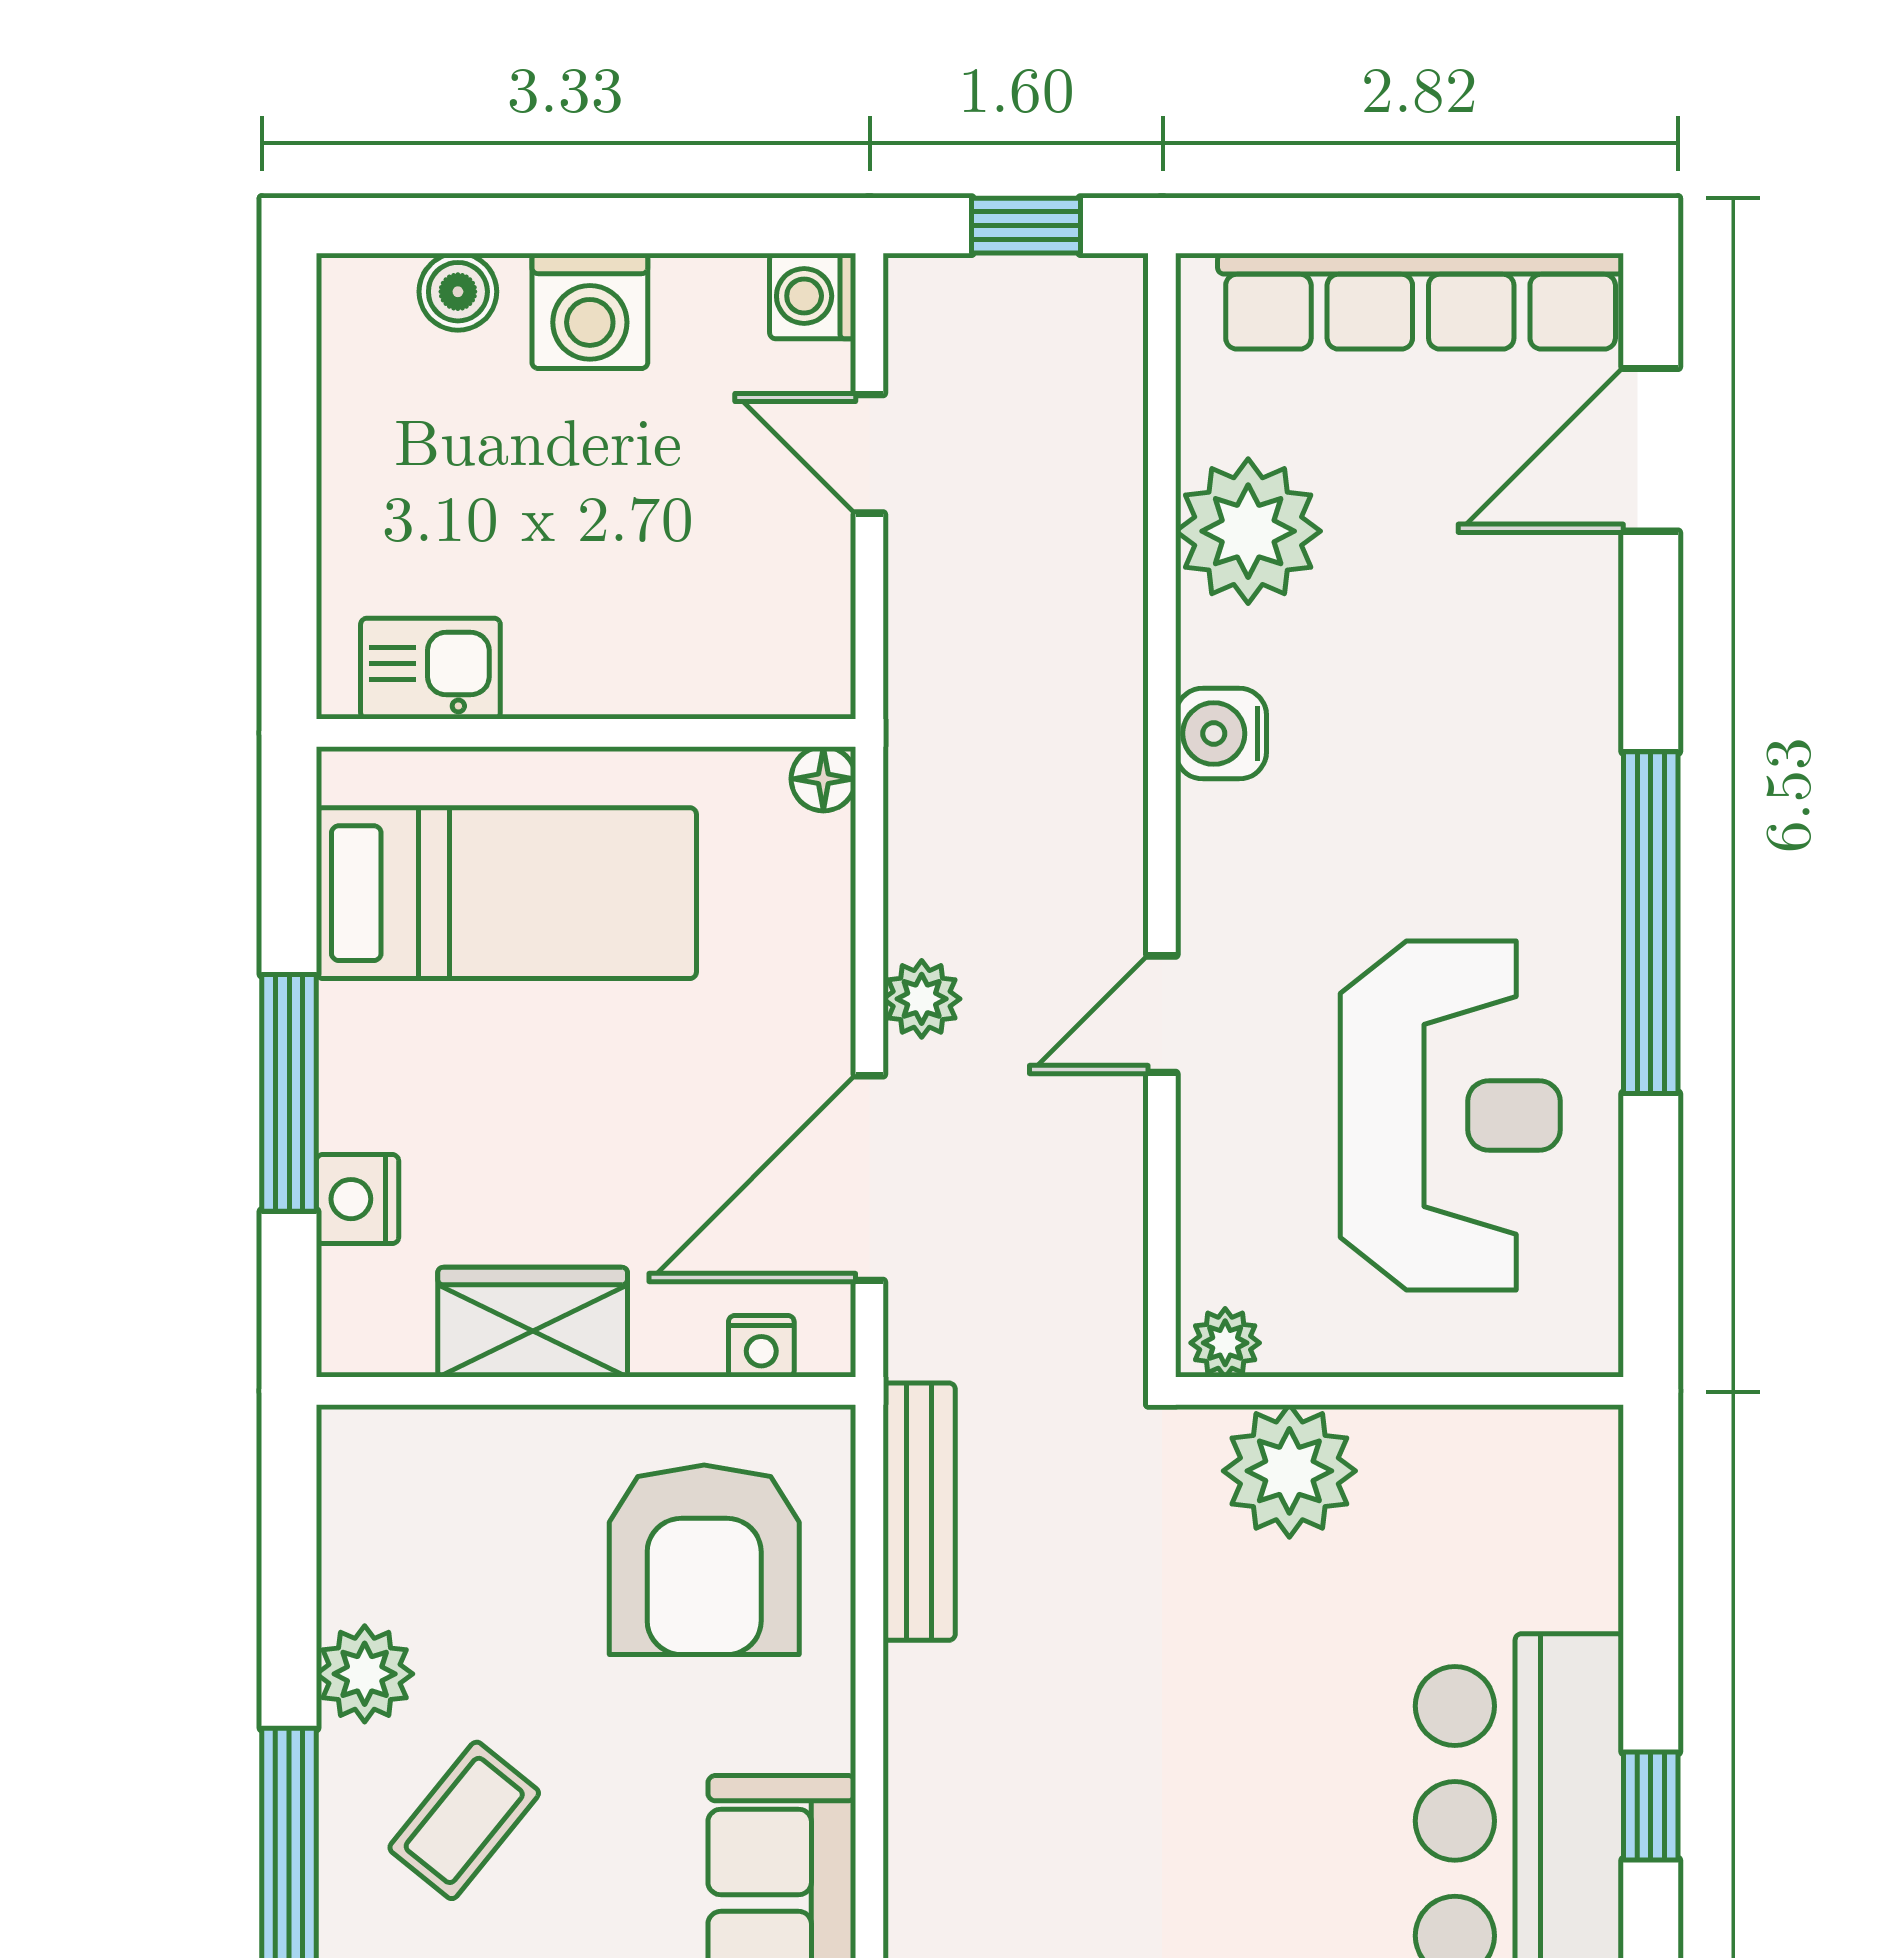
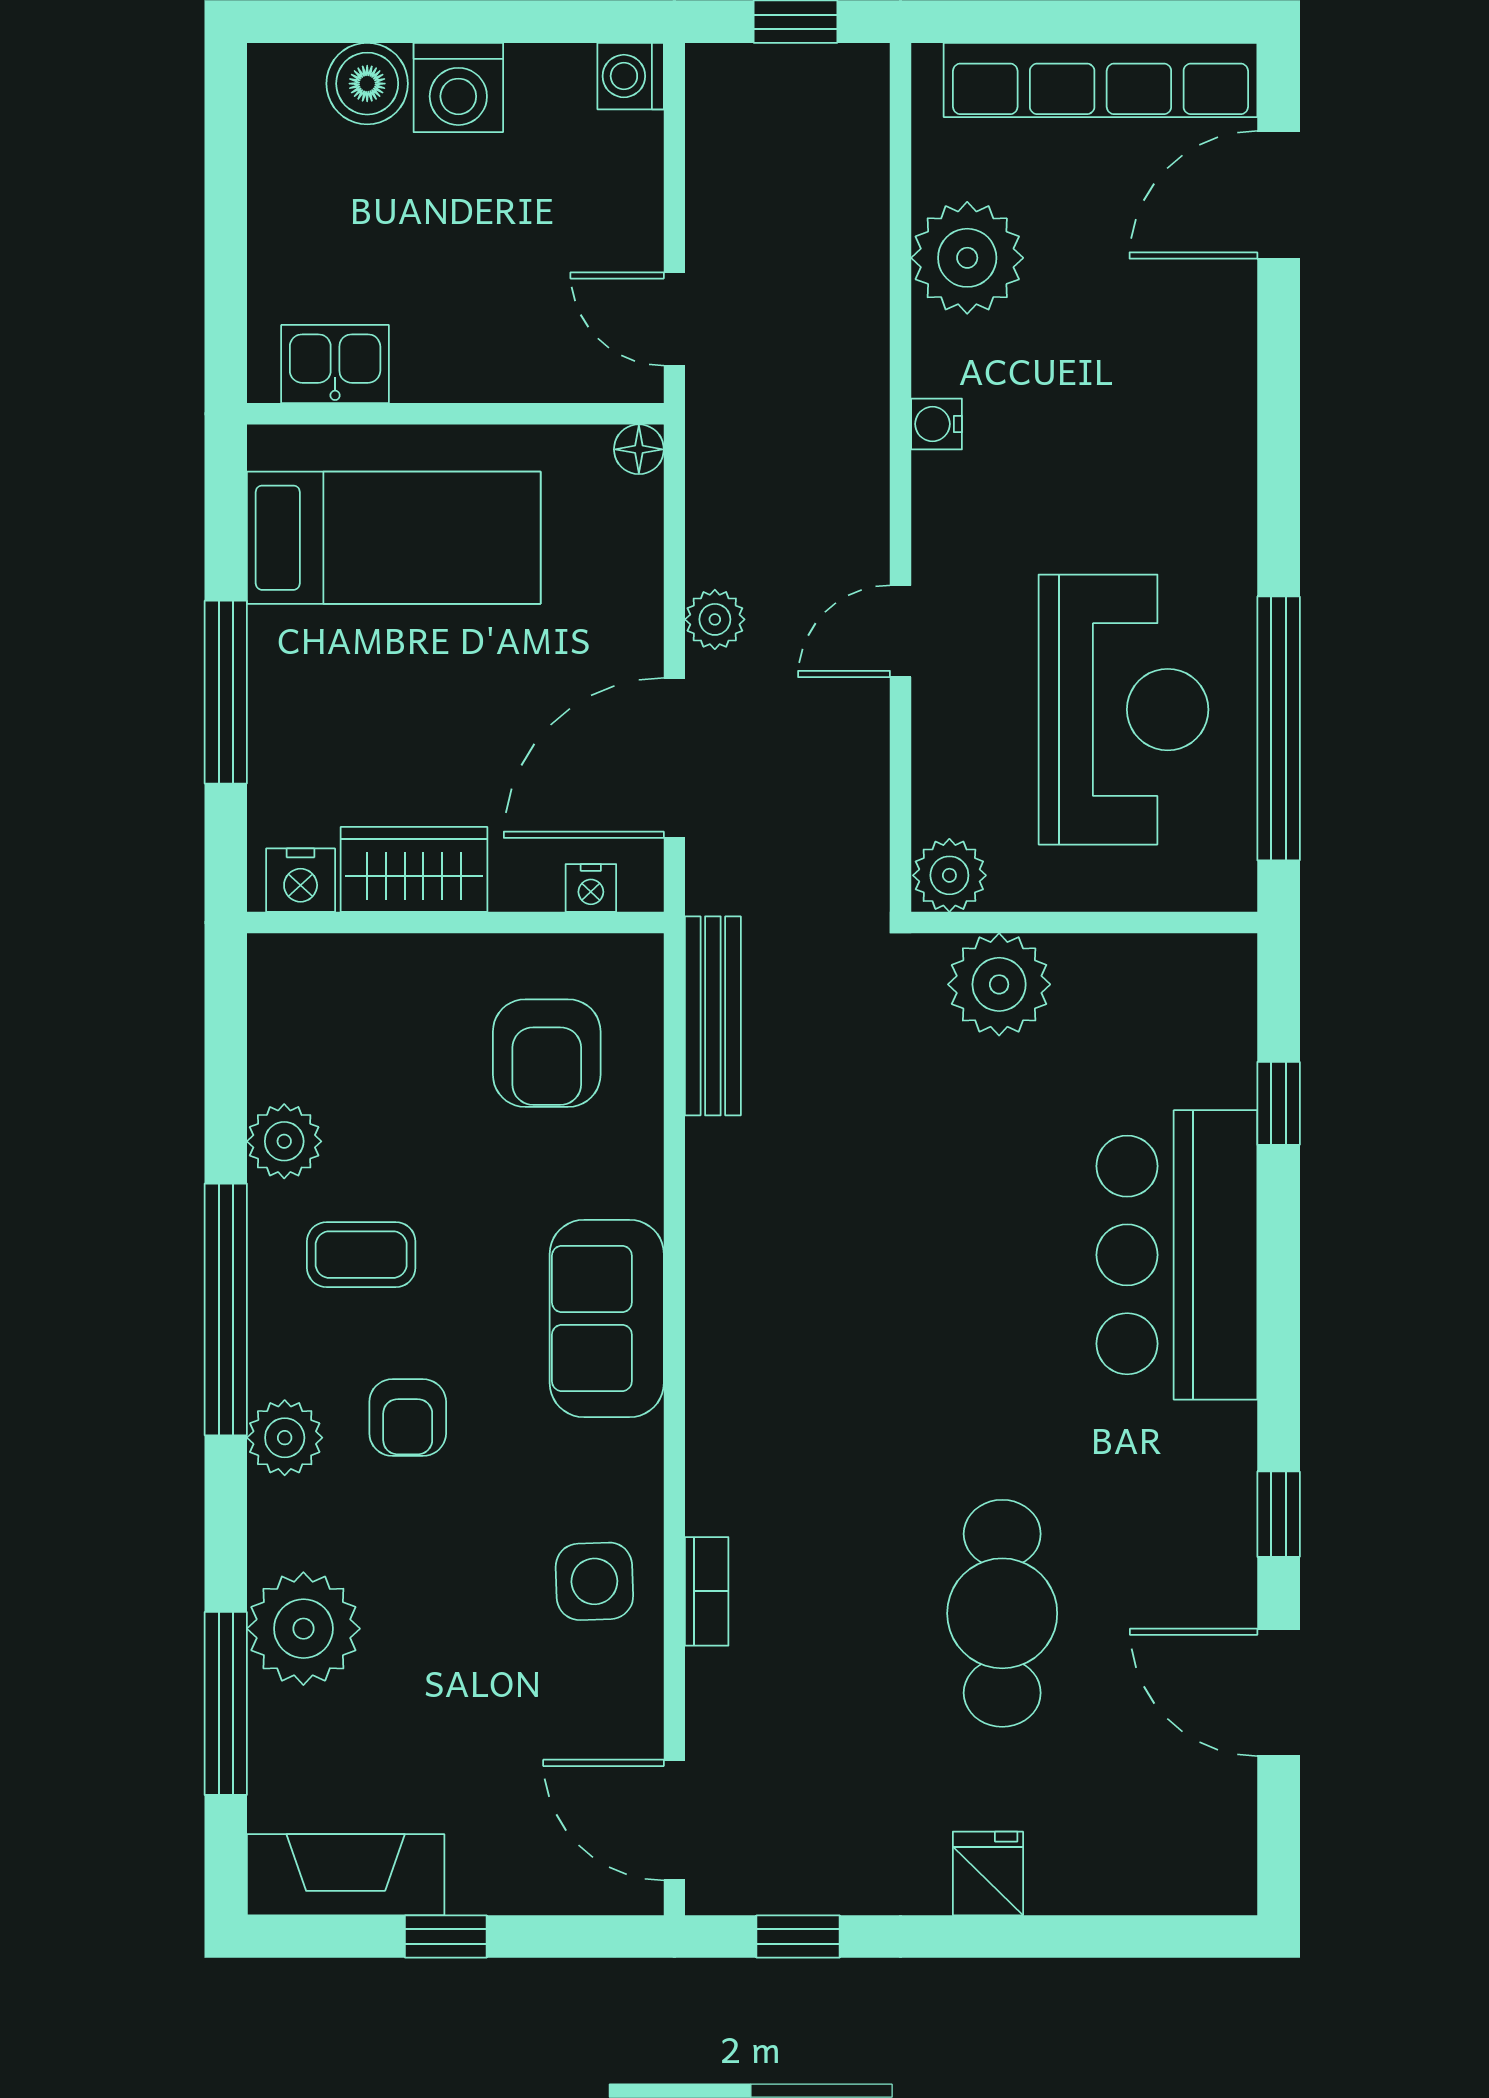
boiler: (458, 292) -> (367, 84), width x1.36, depth x1.36
door: (869, 454) -> (674, 319), moved
water cooler: (1221, 734) -> (937, 424), width x0.72, depth x0.72
window: (1651, 923) -> (1279, 728), moved
nightstand: (357, 1199) -> (301, 880), moved, turned -90
plant: (1225, 1343) -> (949, 875), width x1.38, depth x1.38
armchair: (704, 1560) -> (547, 1053), width x0.73, depth x0.73
window: (1651, 1806) -> (1279, 1103), moved
coffee table: (464, 1820) -> (361, 1255), turned 51

